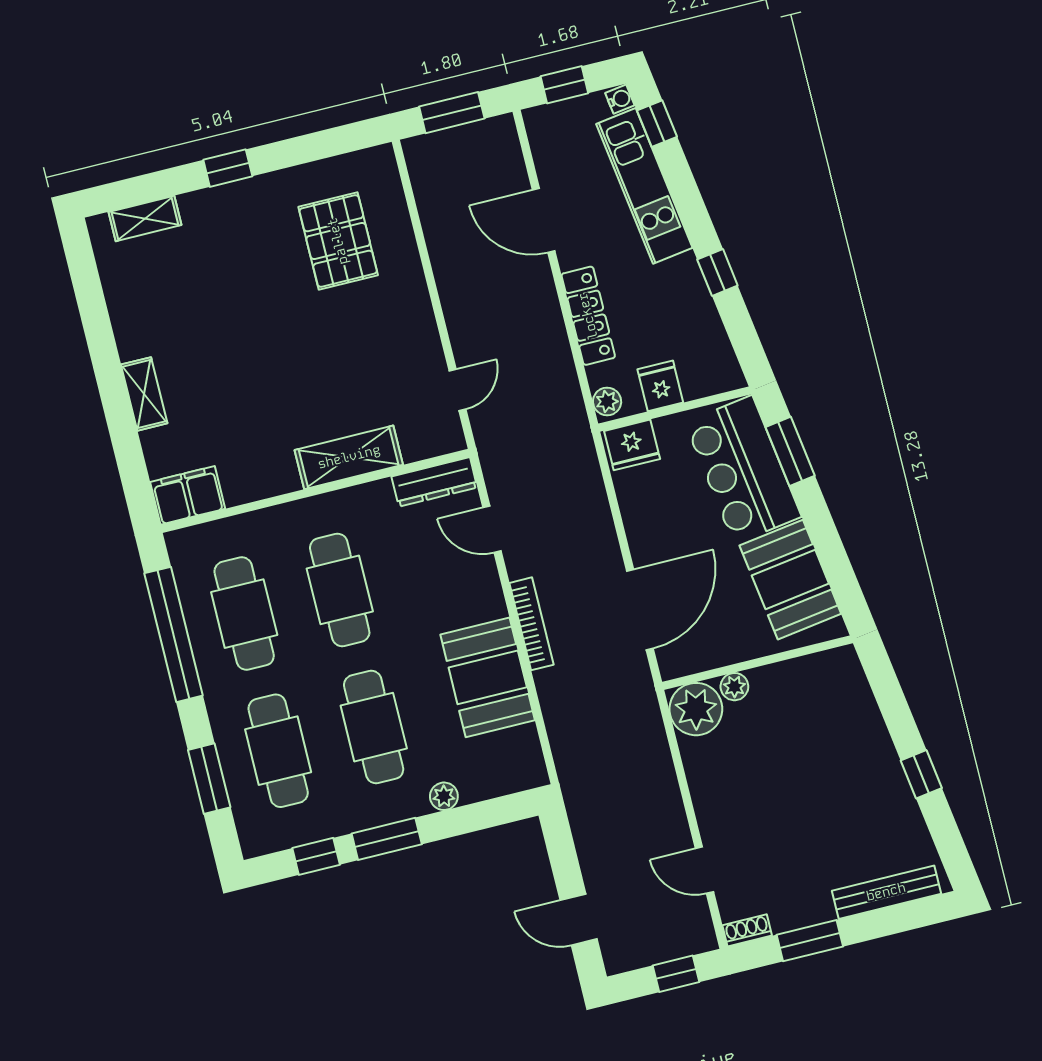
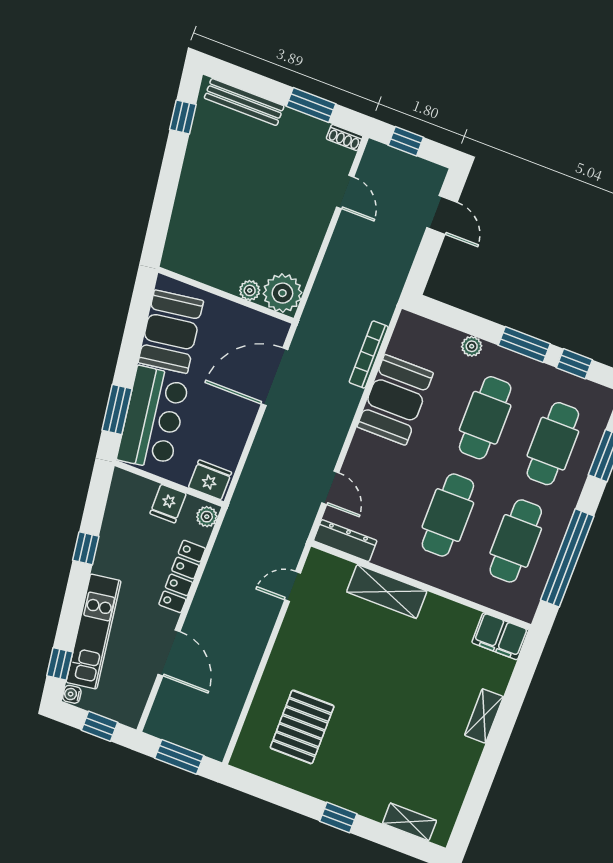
bookcase: (532, 624) -> (369, 355), moved
window: (921, 774) -> (183, 117), moved

